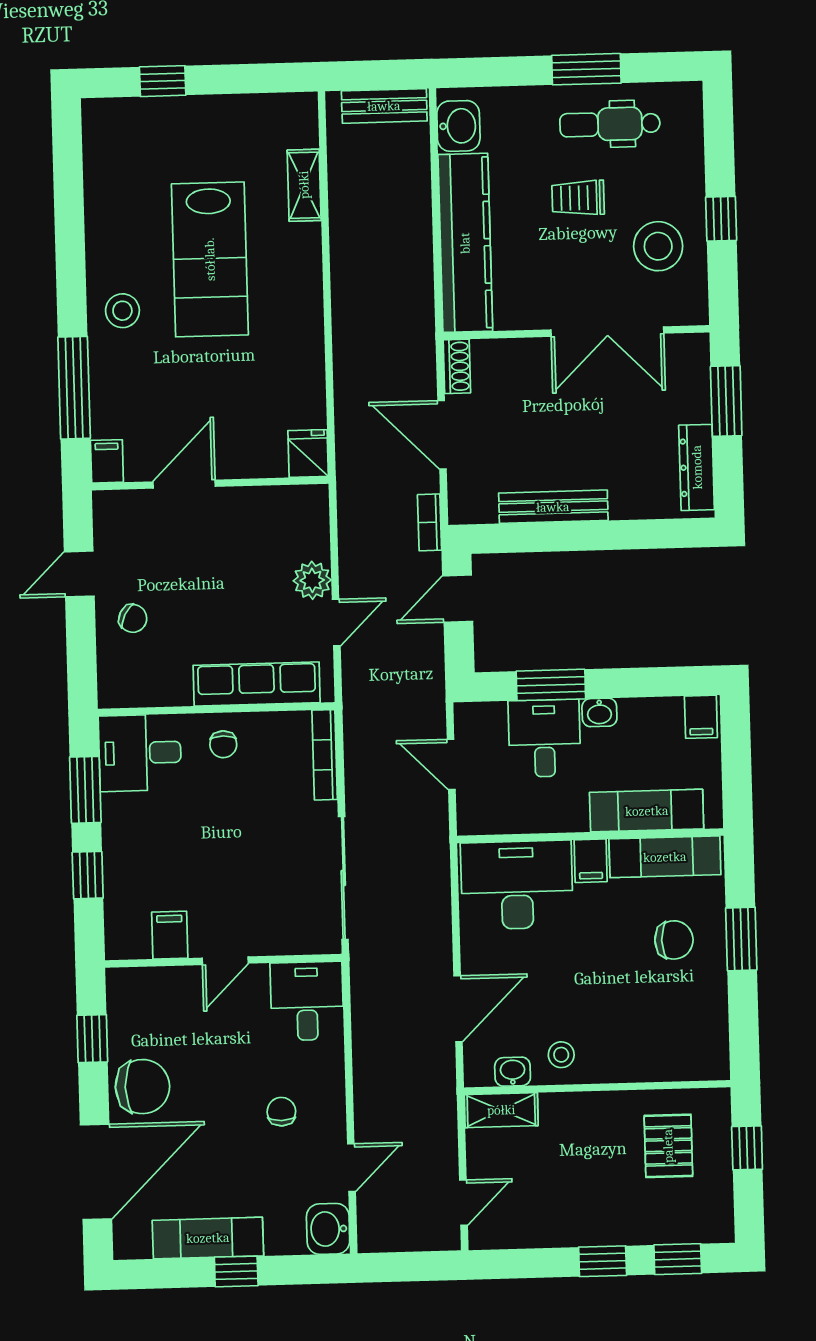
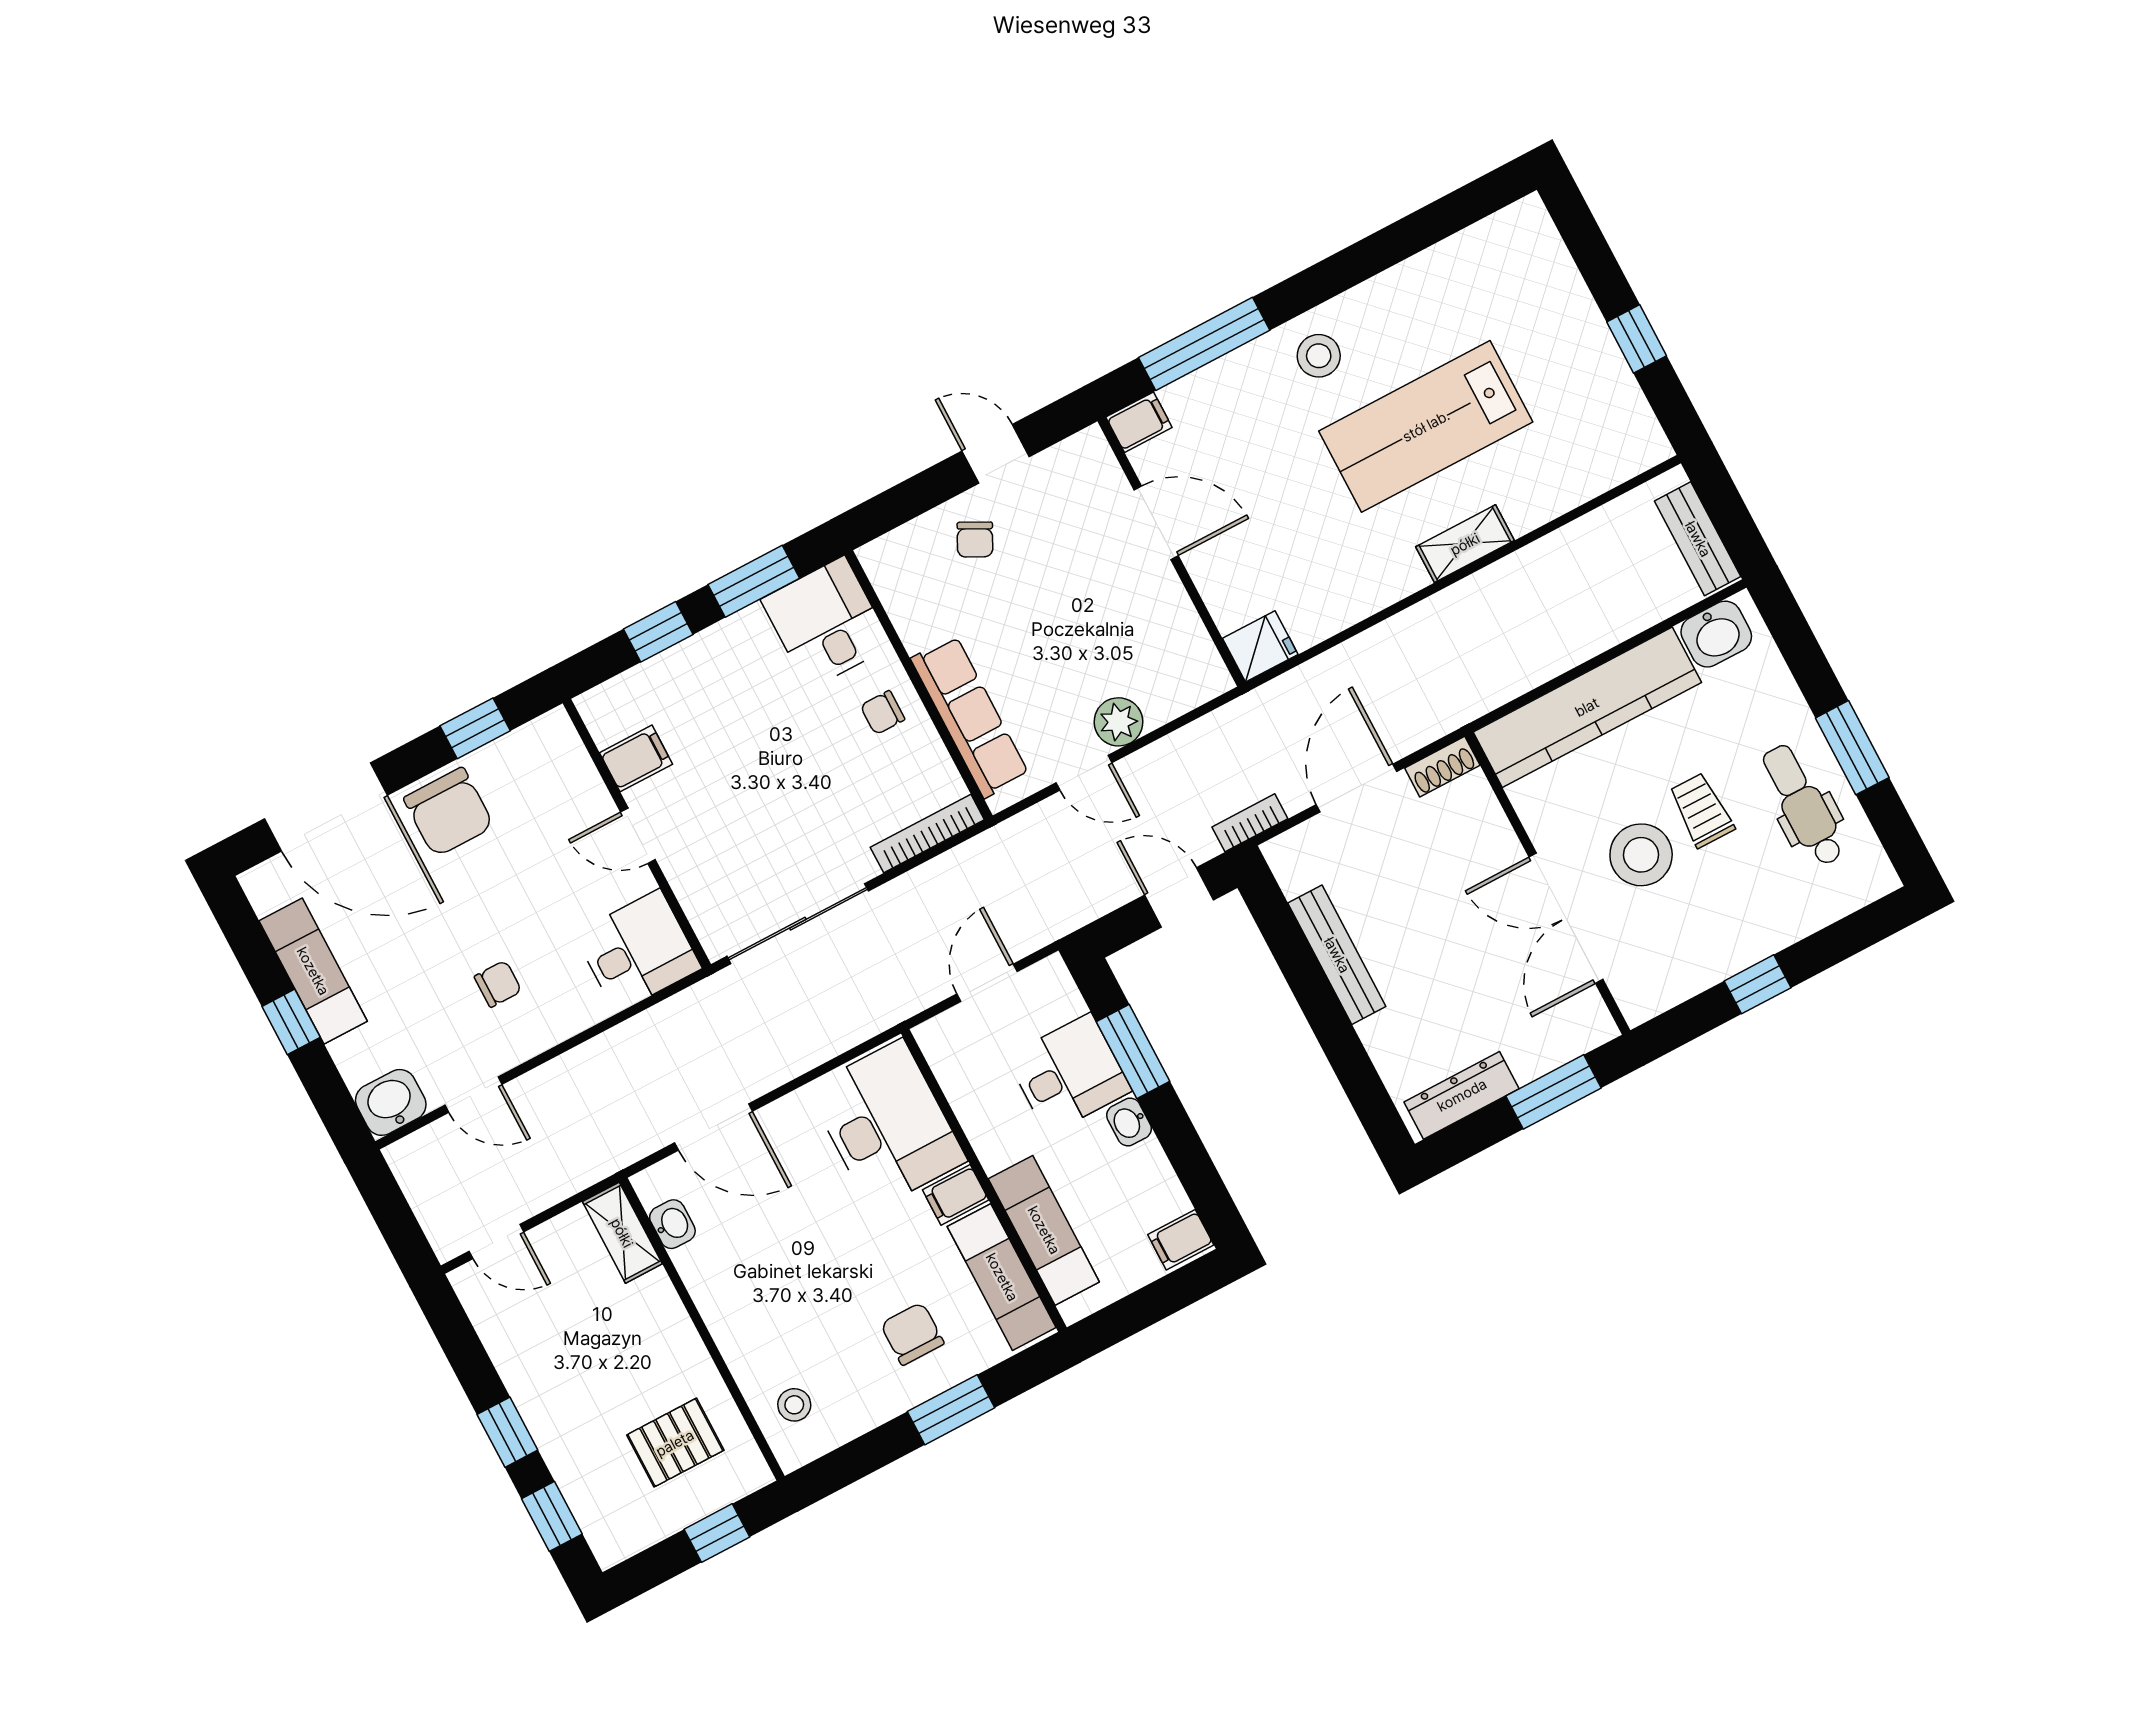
window: (163, 81) -> (1637, 339), moved
shelving: (304, 185) -> (1465, 544), moved
stool: (658, 246) -> (1641, 855), moved
chair: (674, 940) -> (912, 1334), turned 180
stool: (561, 1055) -> (794, 1405), moved

